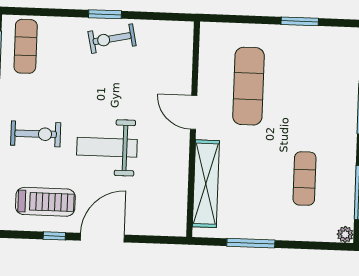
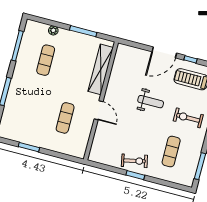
exercise mat: (26, 46) -> (171, 151), moved
exercise mat: (249, 86) -> (65, 118), width x0.73, depth x0.69
weight bench: (107, 147) -> (151, 102), width x0.73, depth x0.75
plant: (345, 234) -> (53, 30), moved

